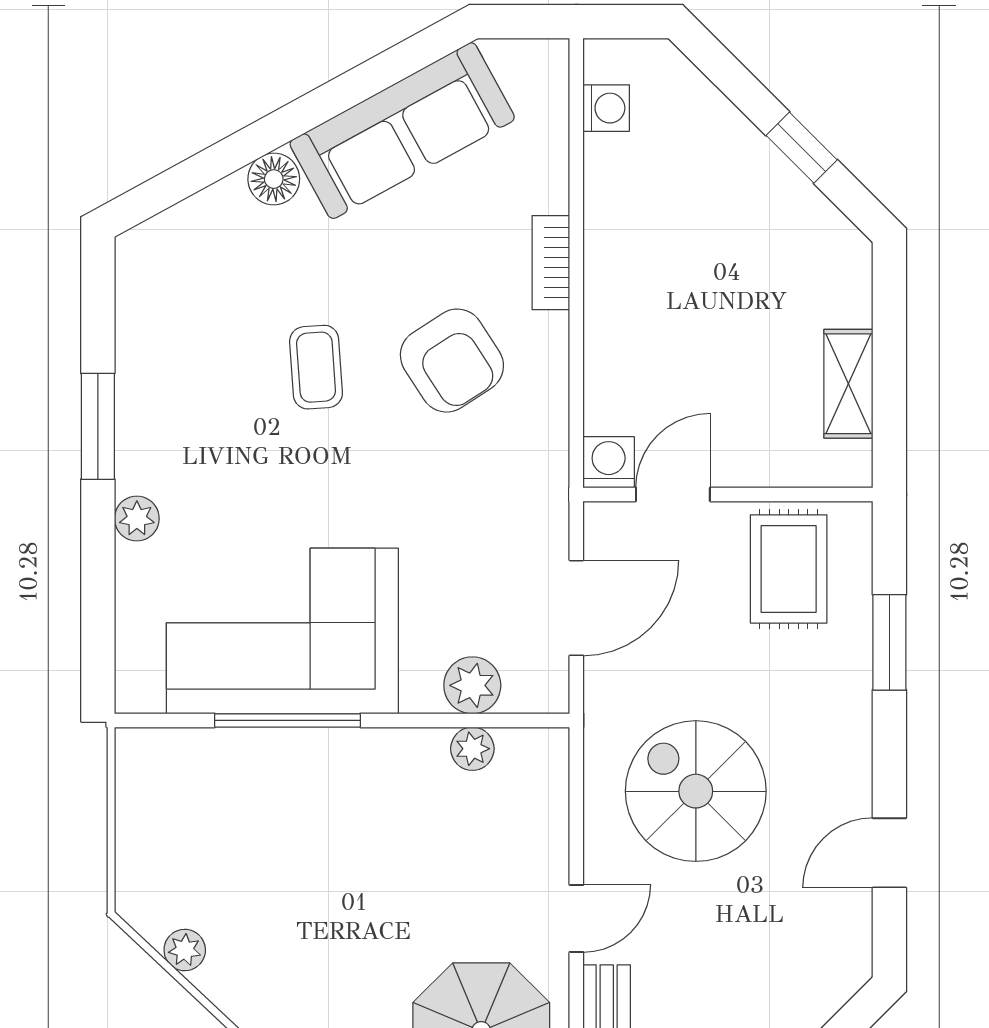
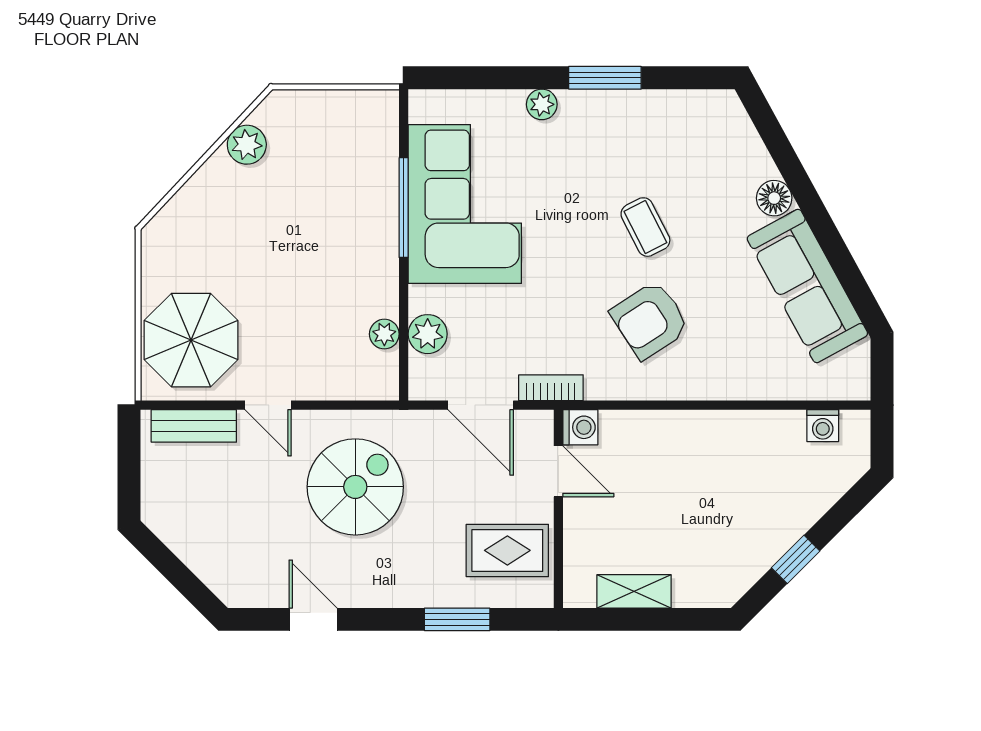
bookcase: (551, 263) -> (551, 388), moved
coffee table: (316, 367) -> (645, 227), turned 67
plant: (185, 950) -> (247, 145), width x1.38, depth x1.38

